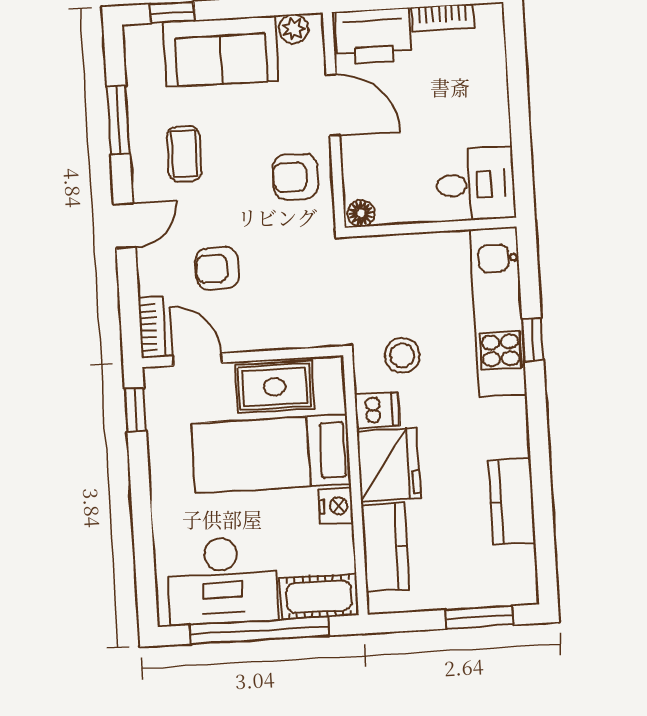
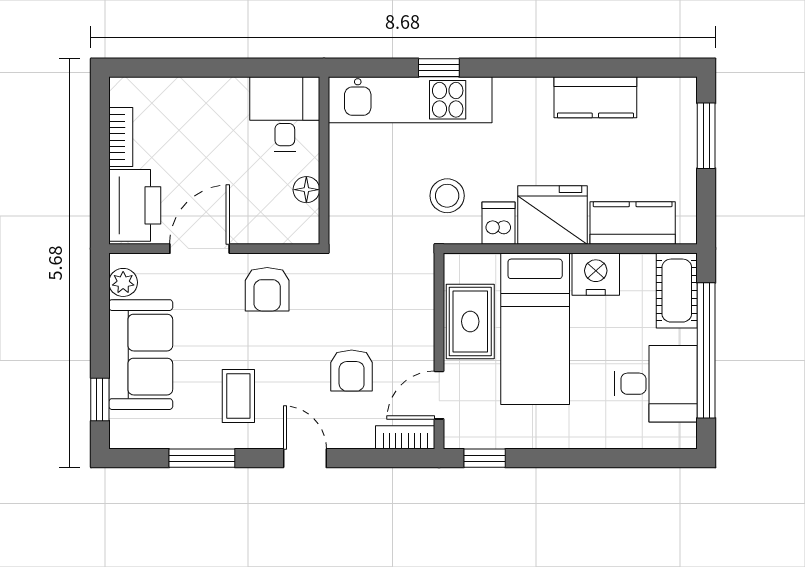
coffee table: (184, 154) -> (238, 396), turned 90
floor lamp: (361, 213) -> (306, 190), moved
nightstand: (336, 506) -> (596, 274), width x1.36, depth x1.33
desk: (222, 581) -> (656, 384), width x0.73

